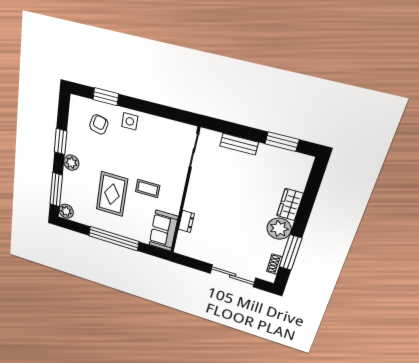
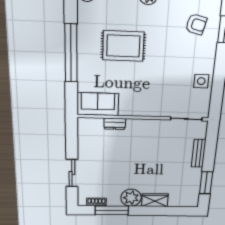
side table: (130, 121) -> (201, 81), moved
coffee table: (148, 189) -> (139, 83), removed
sliding door: (233, 276) -> (72, 173), width x0.73

